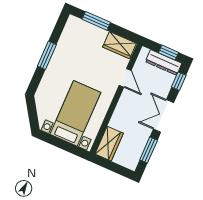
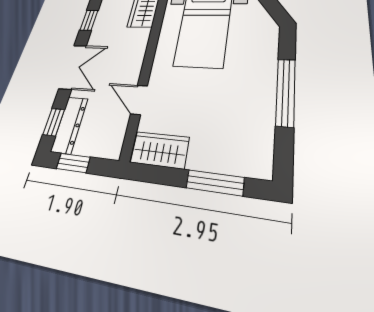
window: (47, 55) -> (286, 92), width x1.44
dresser: (164, 62) -> (70, 125), moved, turned 90
window: (149, 150) -> (89, 20), width x0.67

